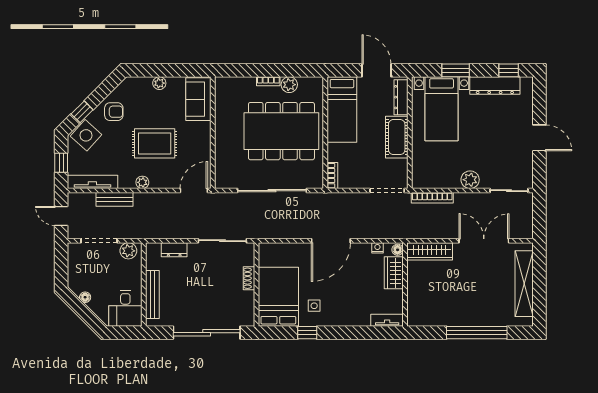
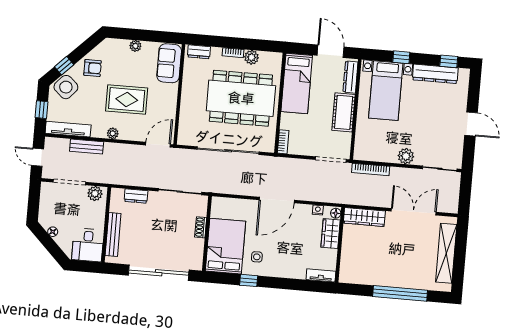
window: (456, 70) -> (401, 57), width x0.67
dresser: (230, 84) -> (199, 52), added

